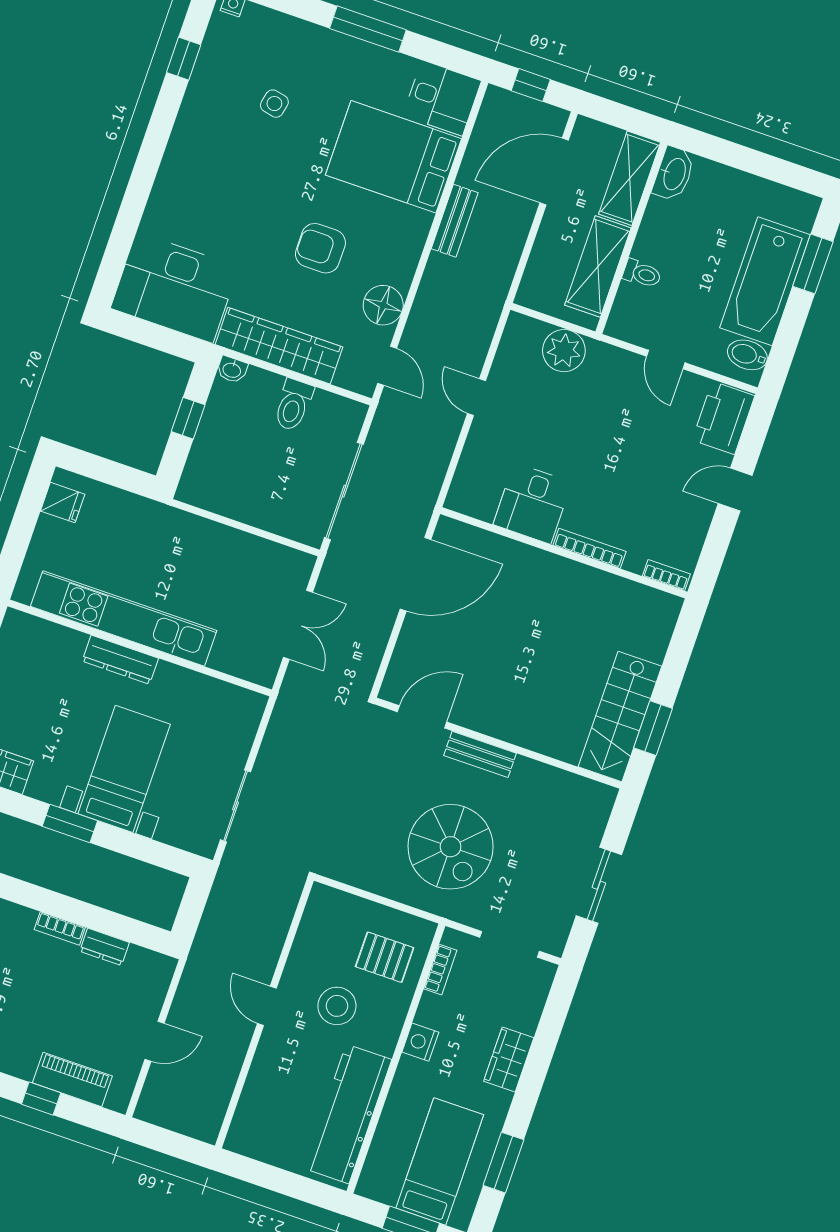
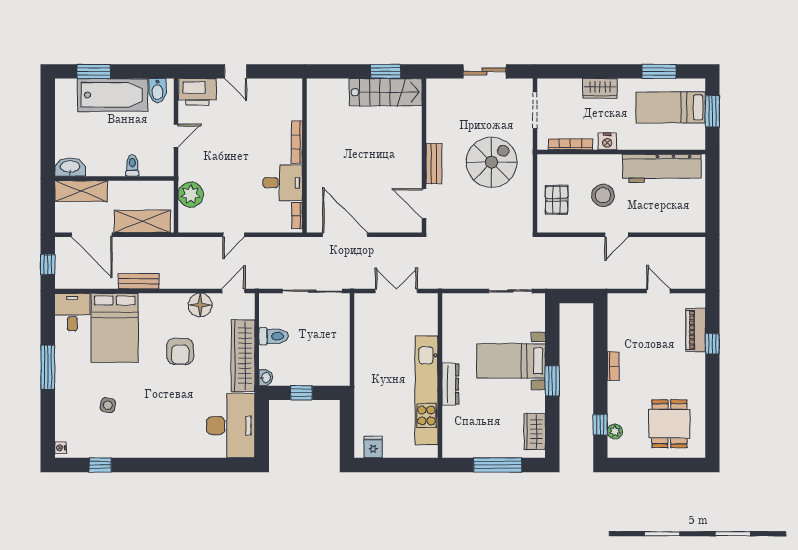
shelving: (598, 266) -> (142, 221), moved
bookcase: (666, 575) -> (297, 216), moved
dresser: (105, 947) -> (615, 337), removed
pallet: (385, 957) -> (557, 200), moved
bookcase: (440, 970) -> (571, 144), width x1.56

